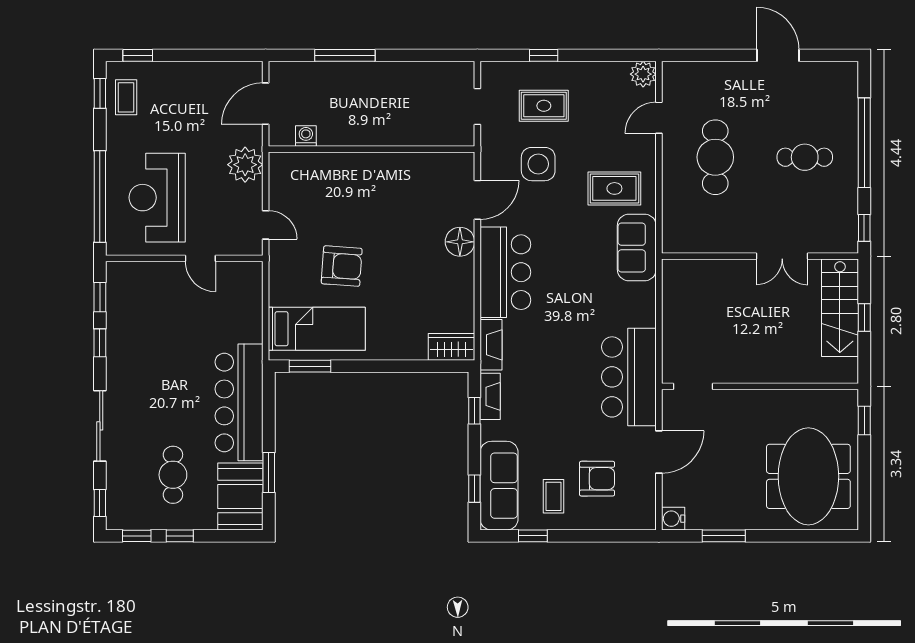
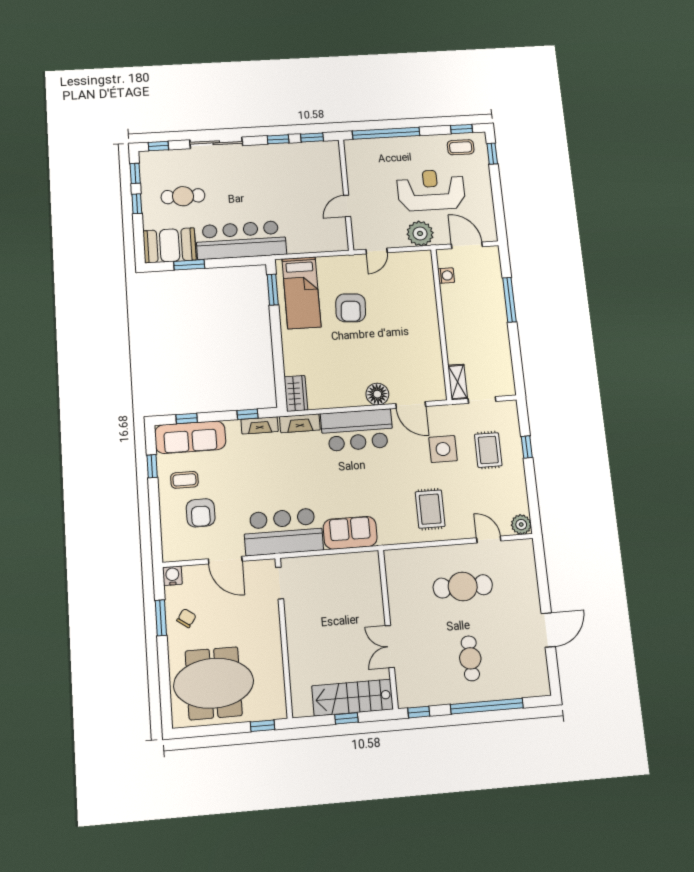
shelving: (451, 136) -> (458, 382), added
reception desk: (157, 198) -> (431, 190), moved
sofa: (637, 248) -> (350, 533), moved
chair: (727, 504) -> (186, 618), added

